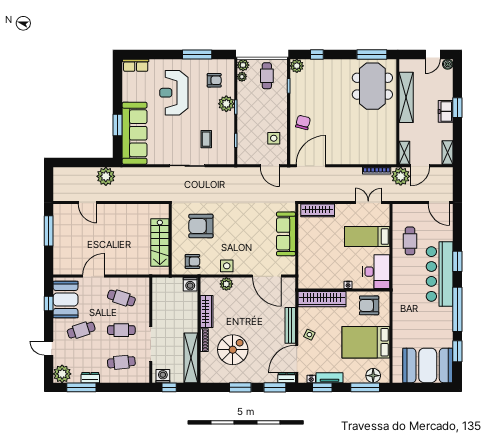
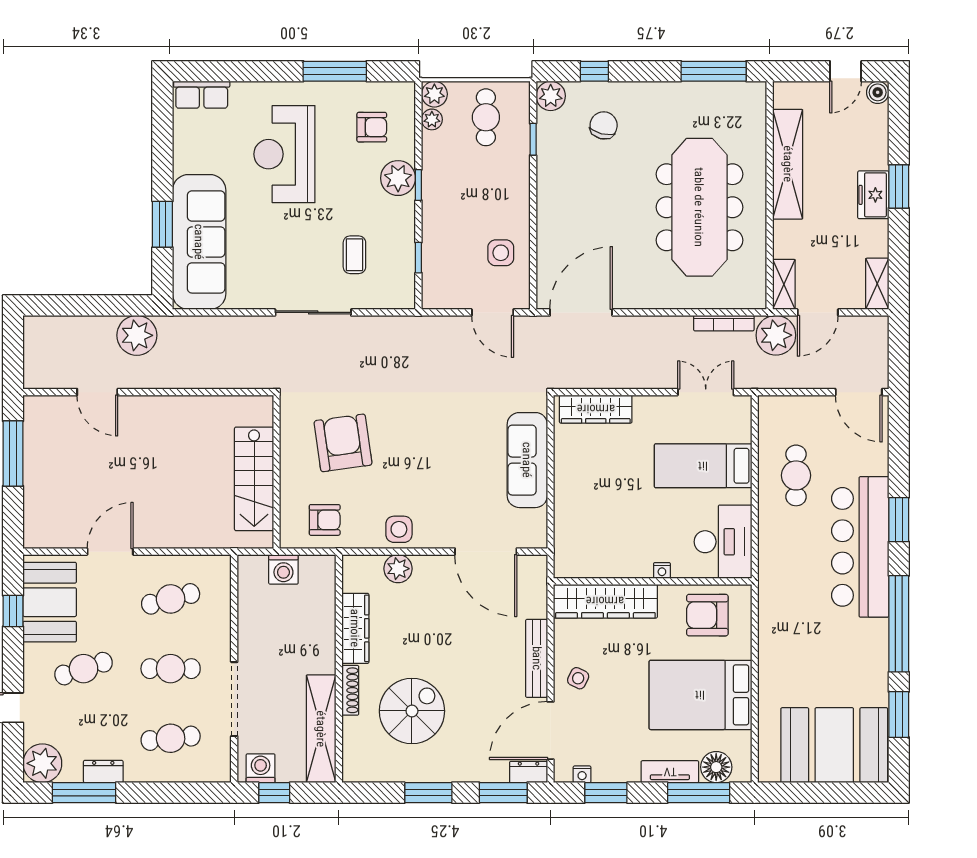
meeting table: (372, 86) -> (699, 207), moved, width x1.36
chair: (303, 122) -> (604, 125), moved
armchair: (201, 226) -> (343, 443), turned 82
washing machine: (190, 284) -> (283, 569), moved
cafe table: (121, 298) -> (171, 599), turned -33
tv unit: (330, 378) -> (670, 772), moved

